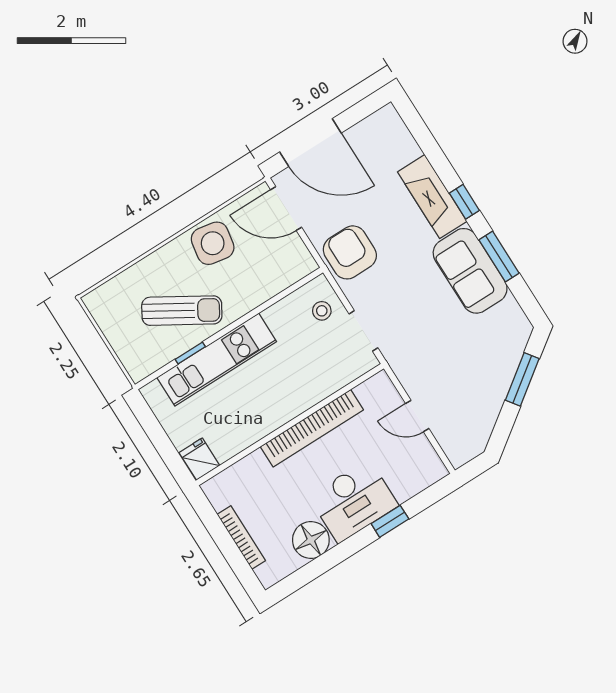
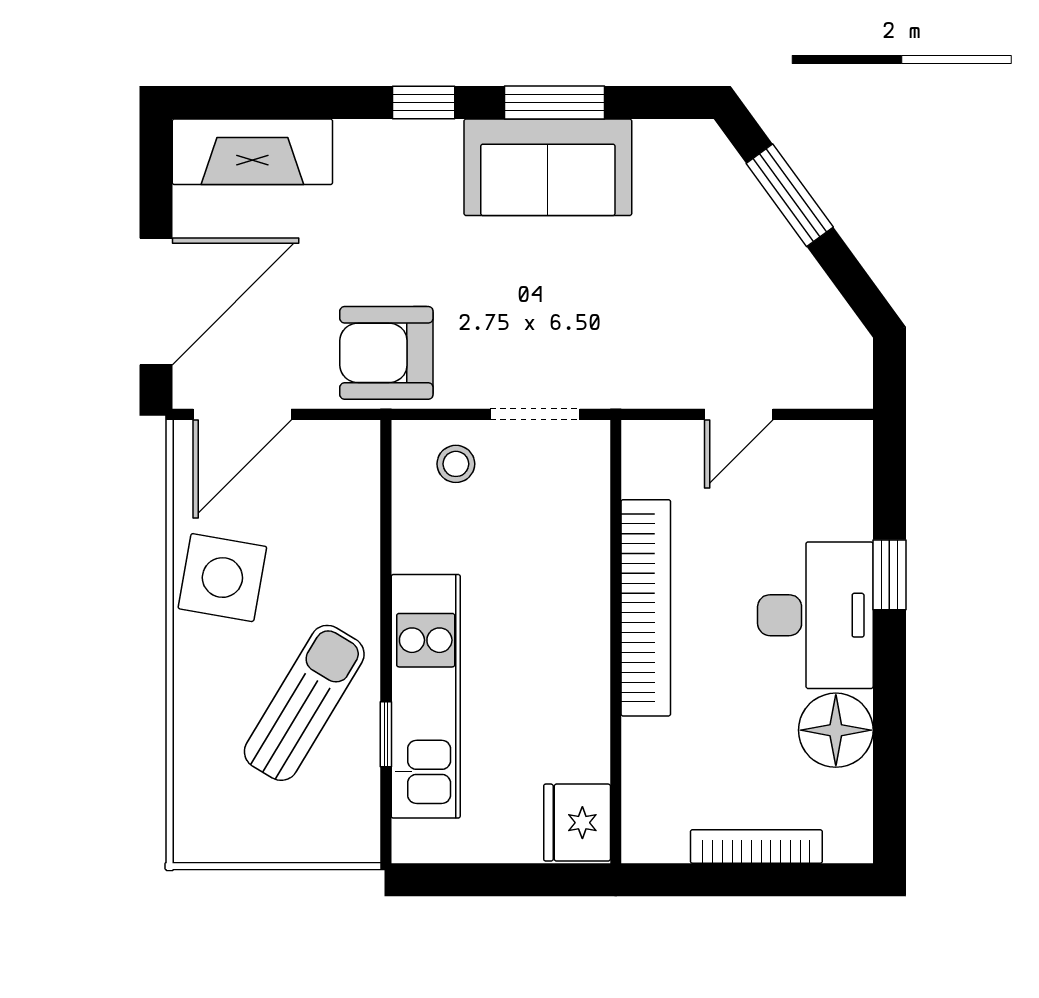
fireplace: (432, 197) -> (252, 152), moved
fridge: (199, 459) -> (577, 823), width x1.38

